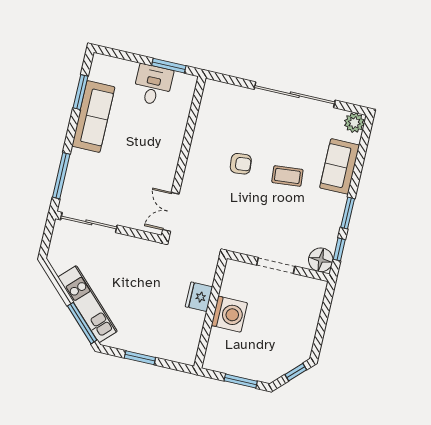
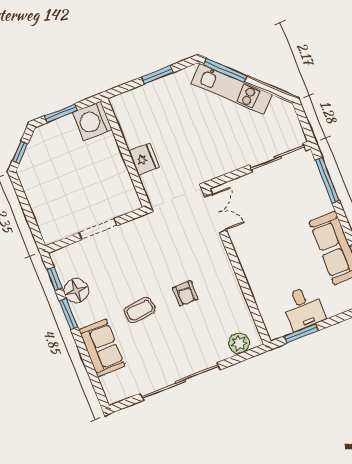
plant: (354, 123) -> (239, 343), moved
armchair: (241, 164) -> (185, 293), turned -84
floor lamp: (321, 260) -> (76, 291), moved
washing machine: (229, 314) -> (92, 121), moved

